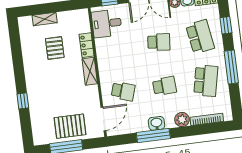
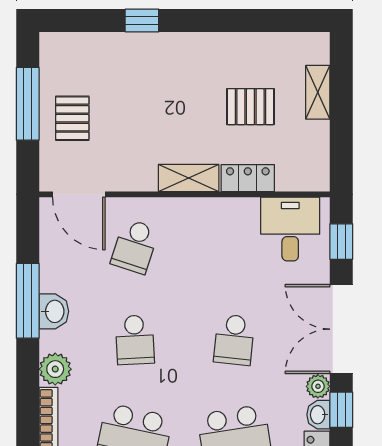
pallet: (70, 126) -> (72, 118), width x0.67, depth x0.71

